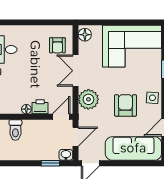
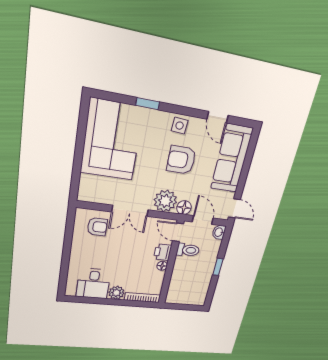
floor lamp: (85, 35) -> (184, 208), moved
toilet: (15, 130) -> (188, 250), moved
window: (50, 163) -> (218, 267), moved

